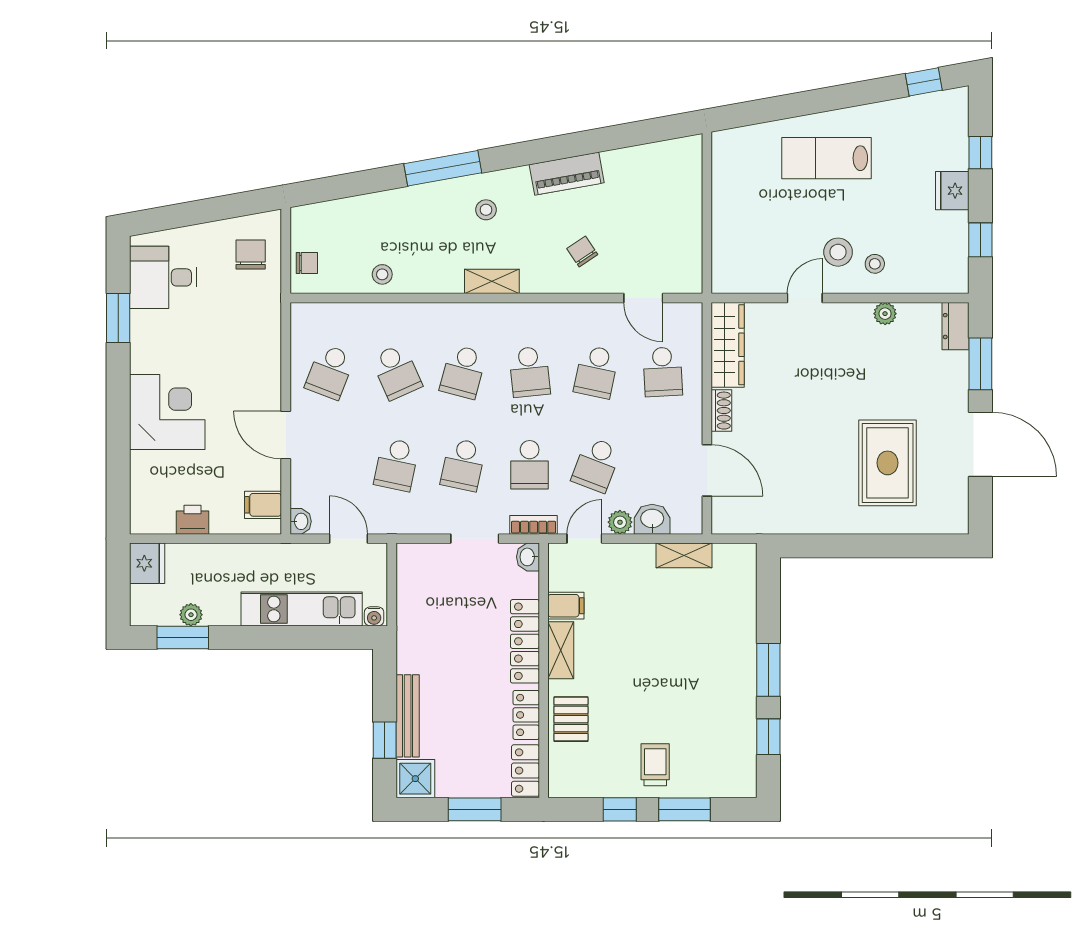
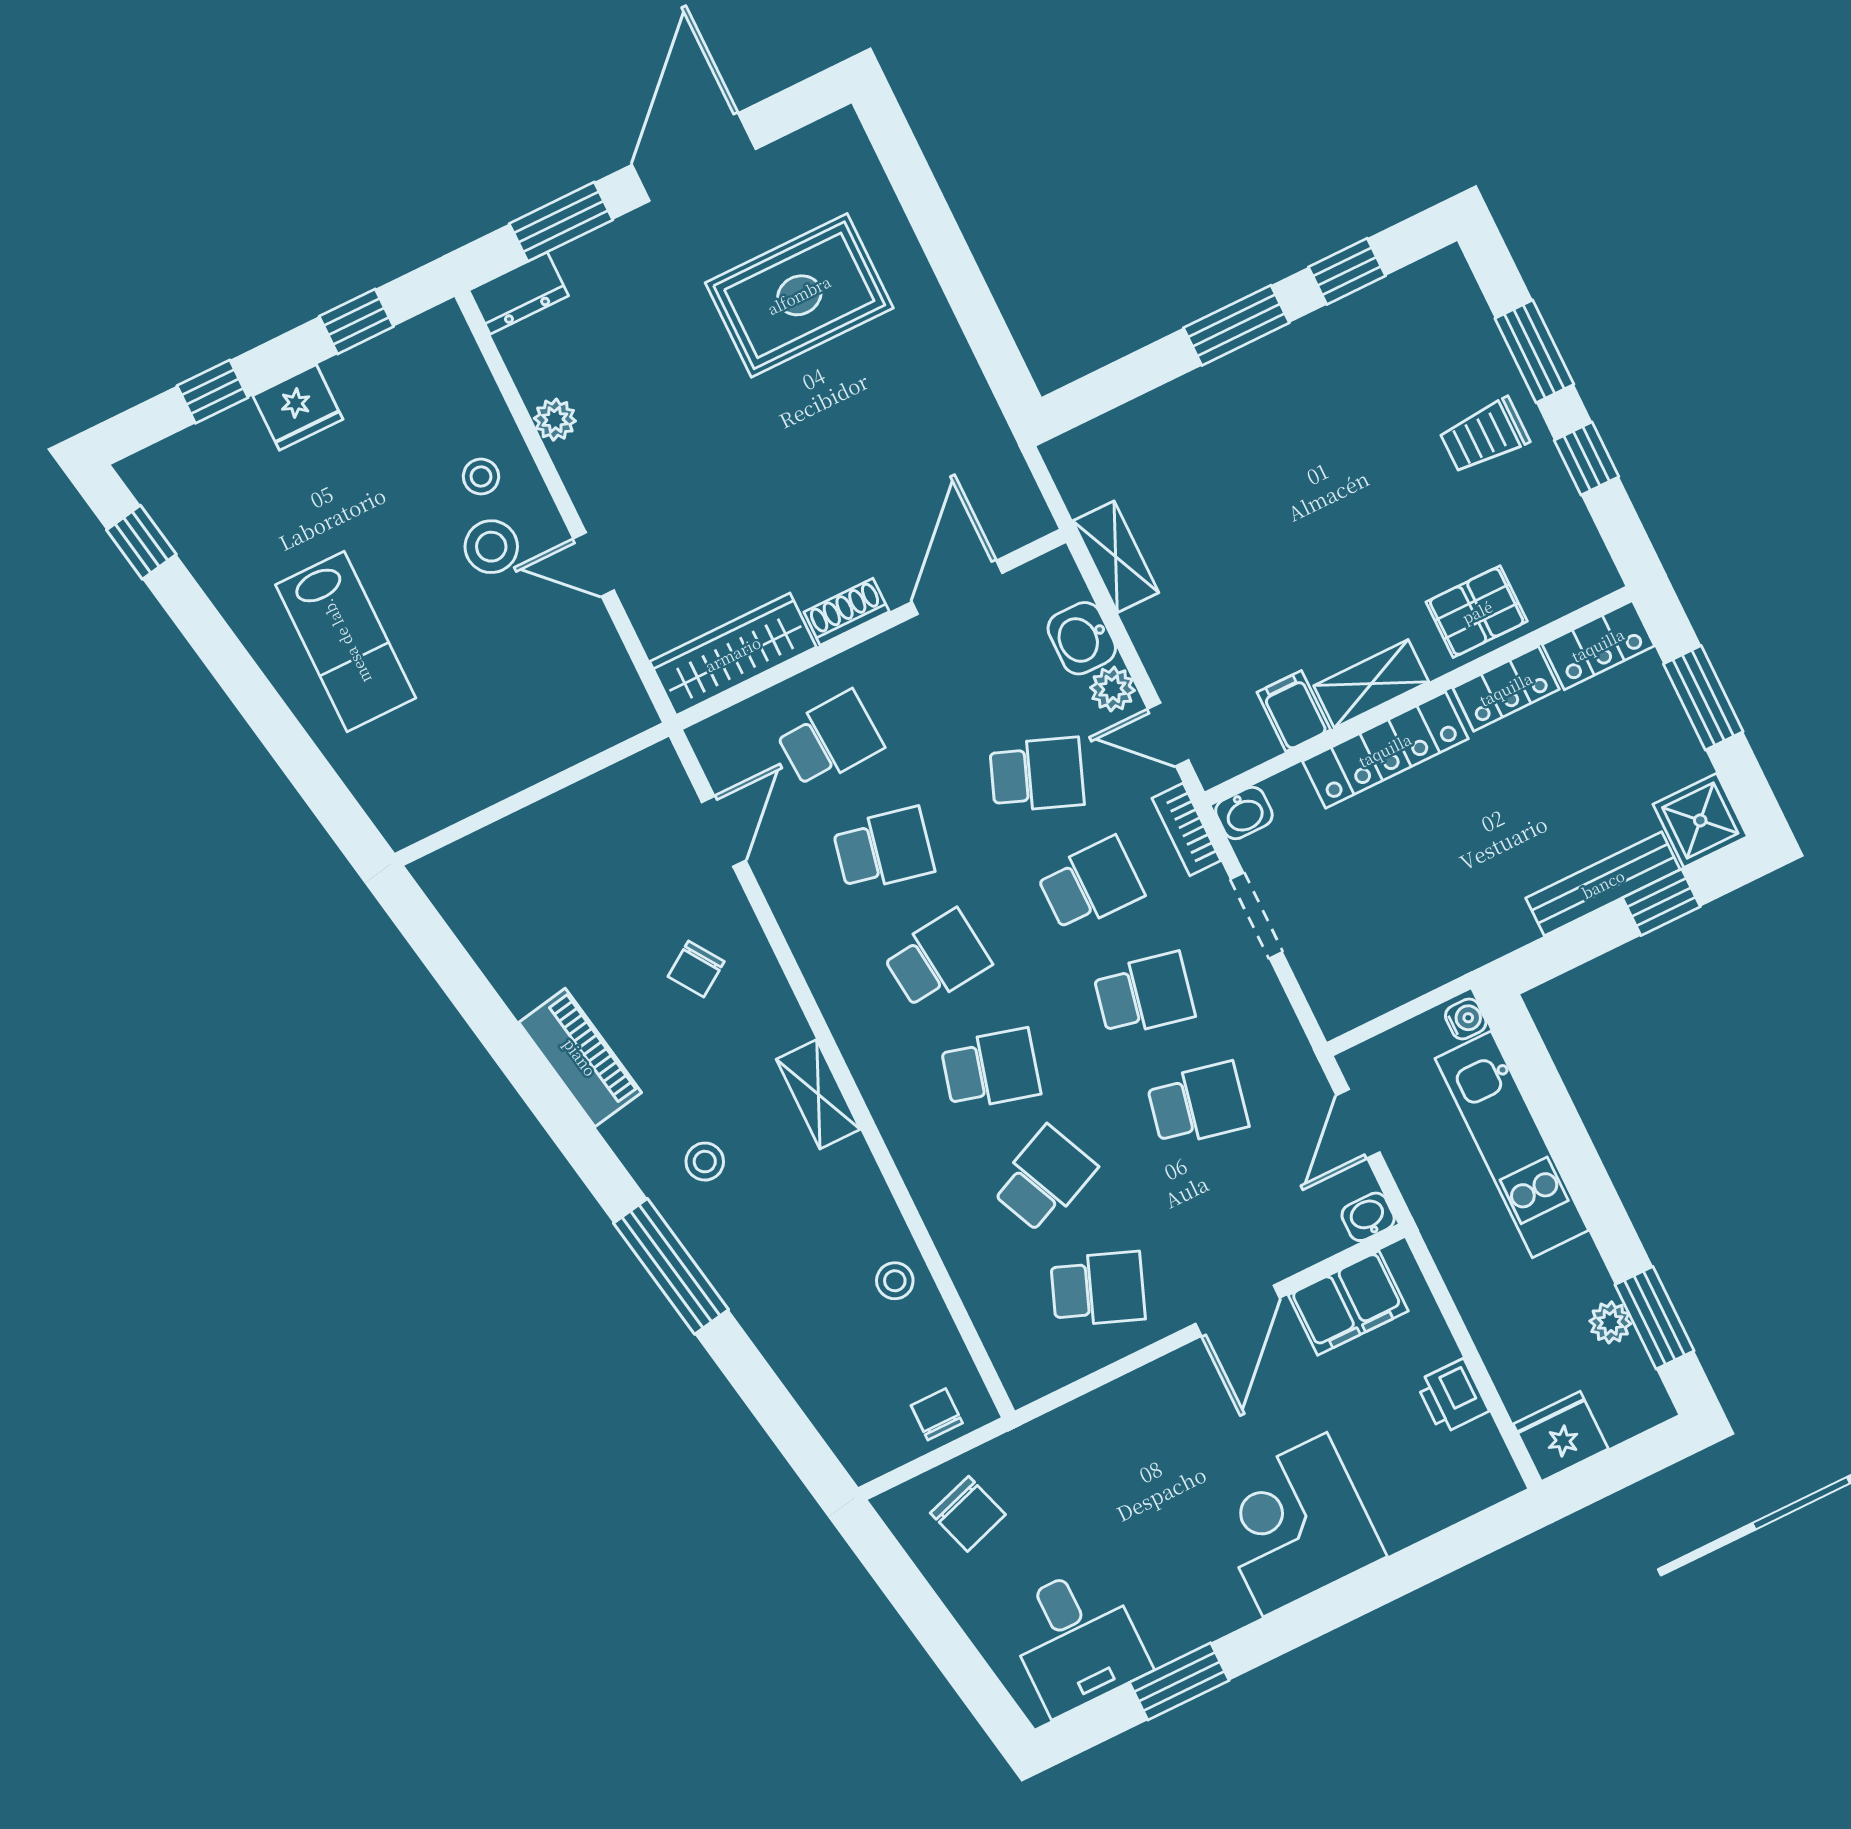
chair: (251, 255) -> (968, 1514), turned -108
filing cabinet: (263, 505) -> (1348, 1303), width x2.00

